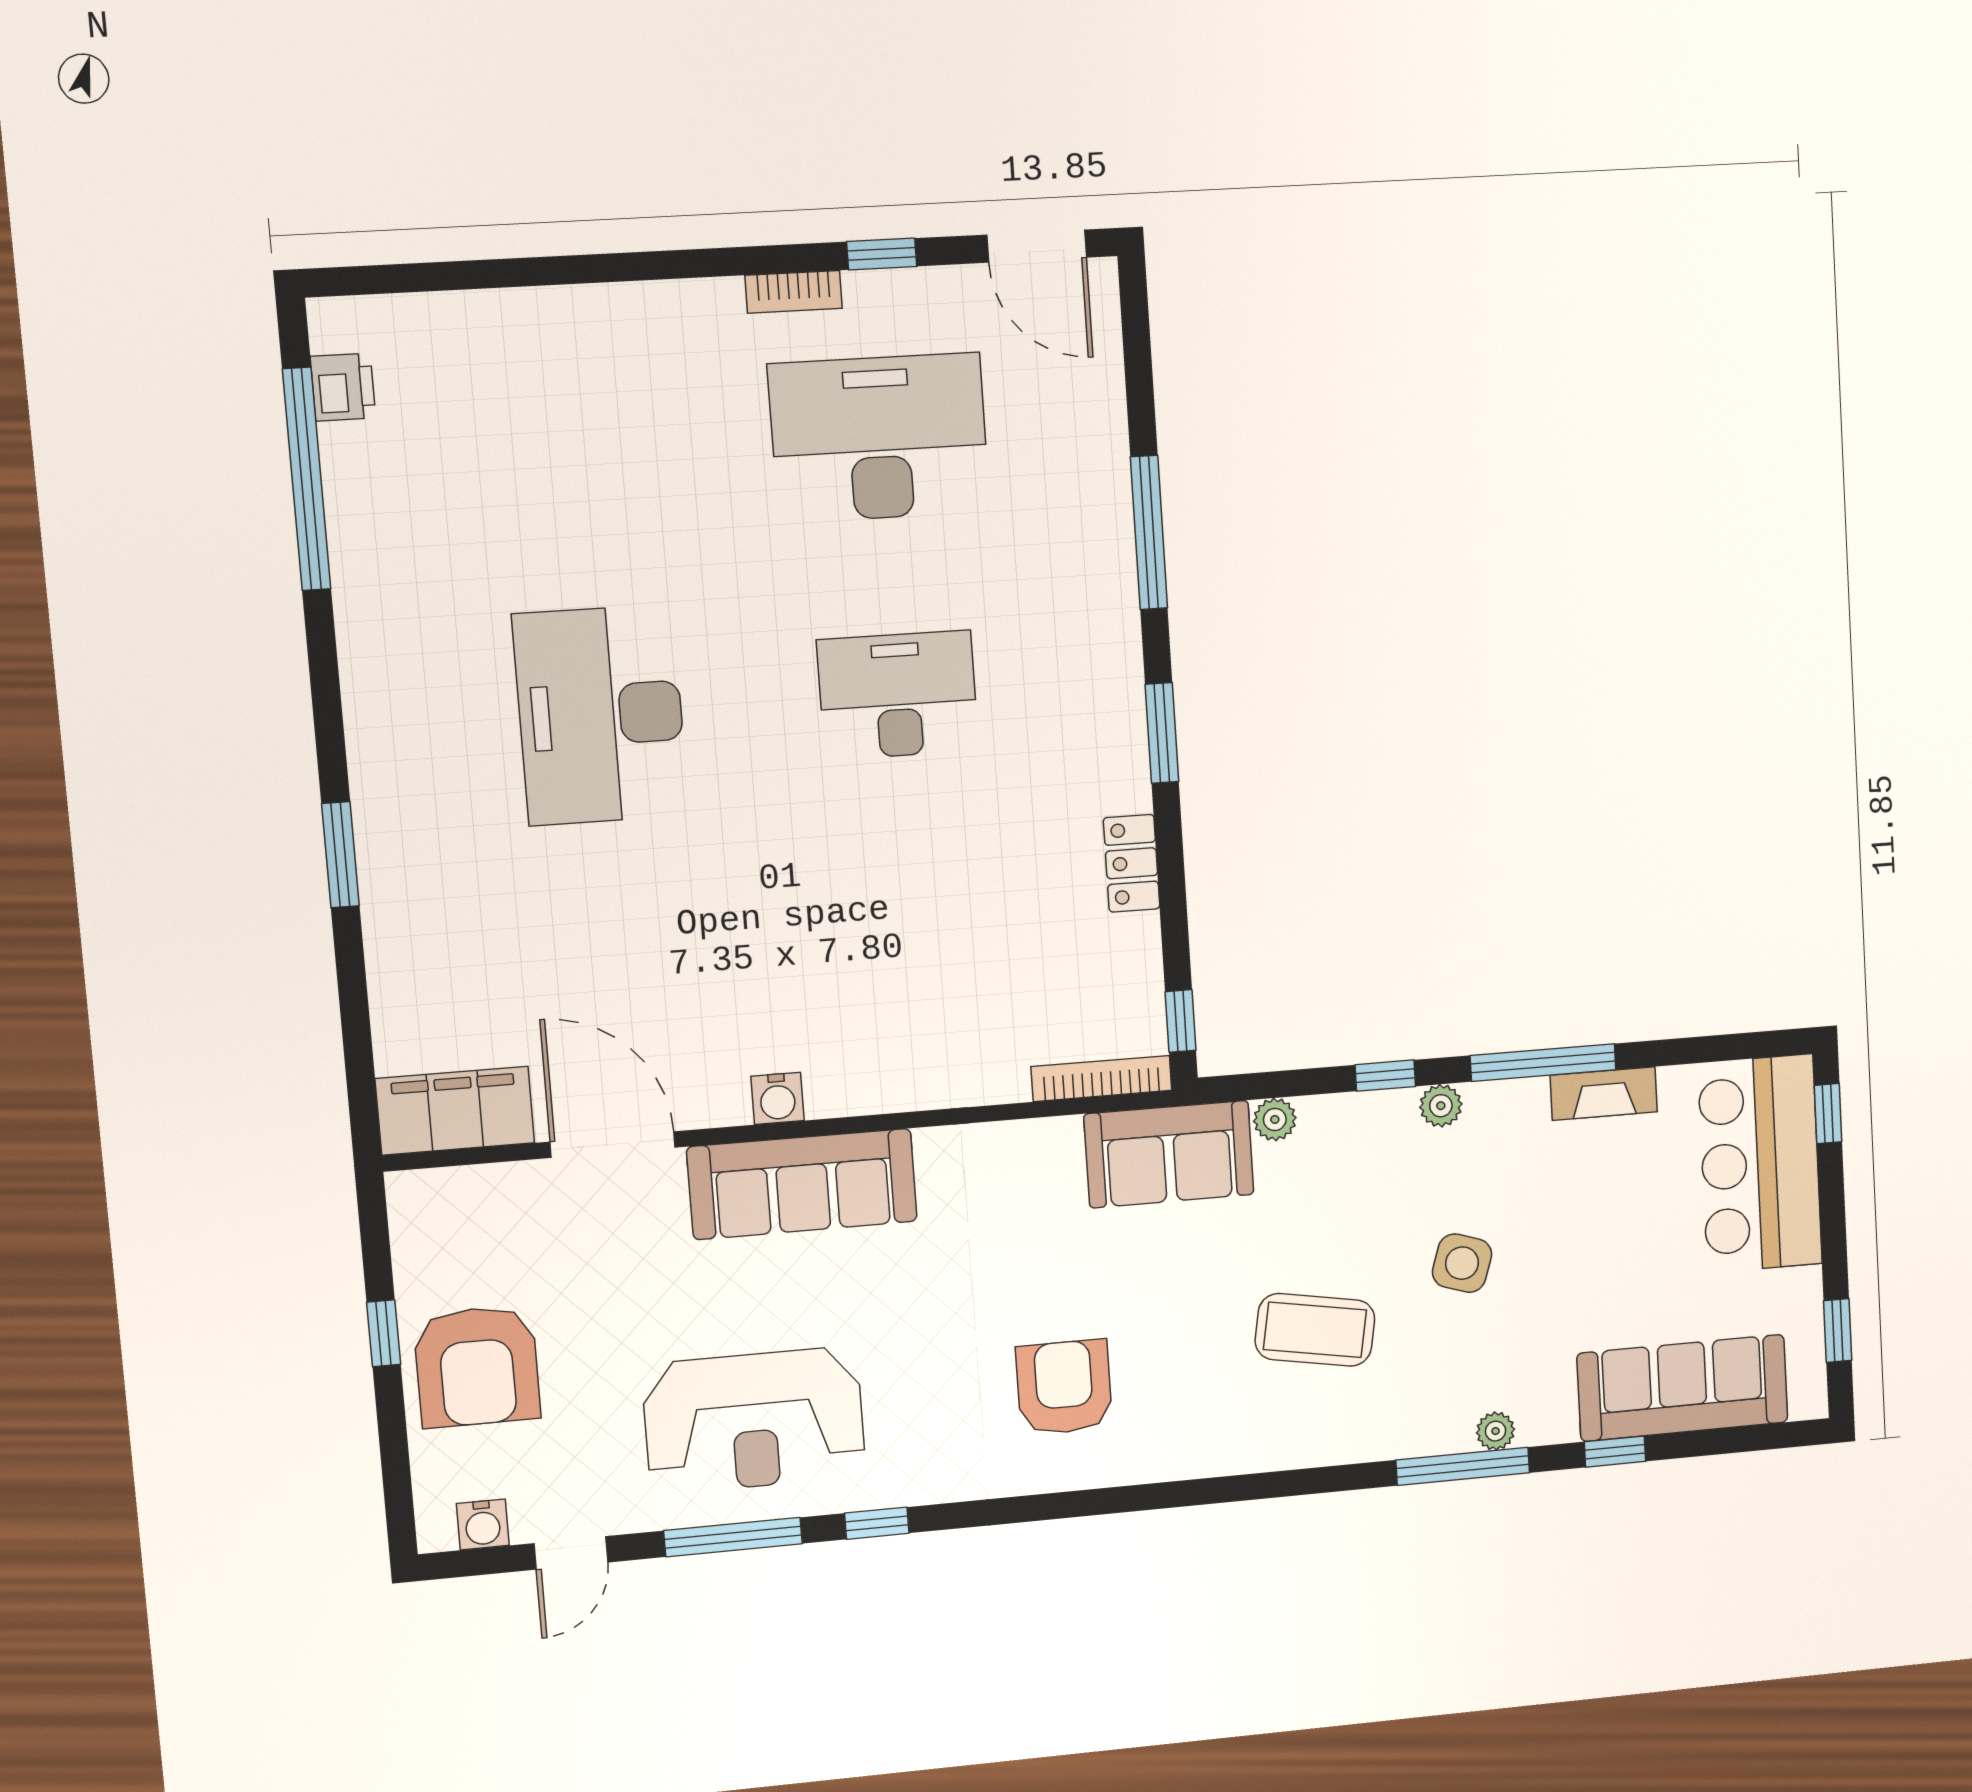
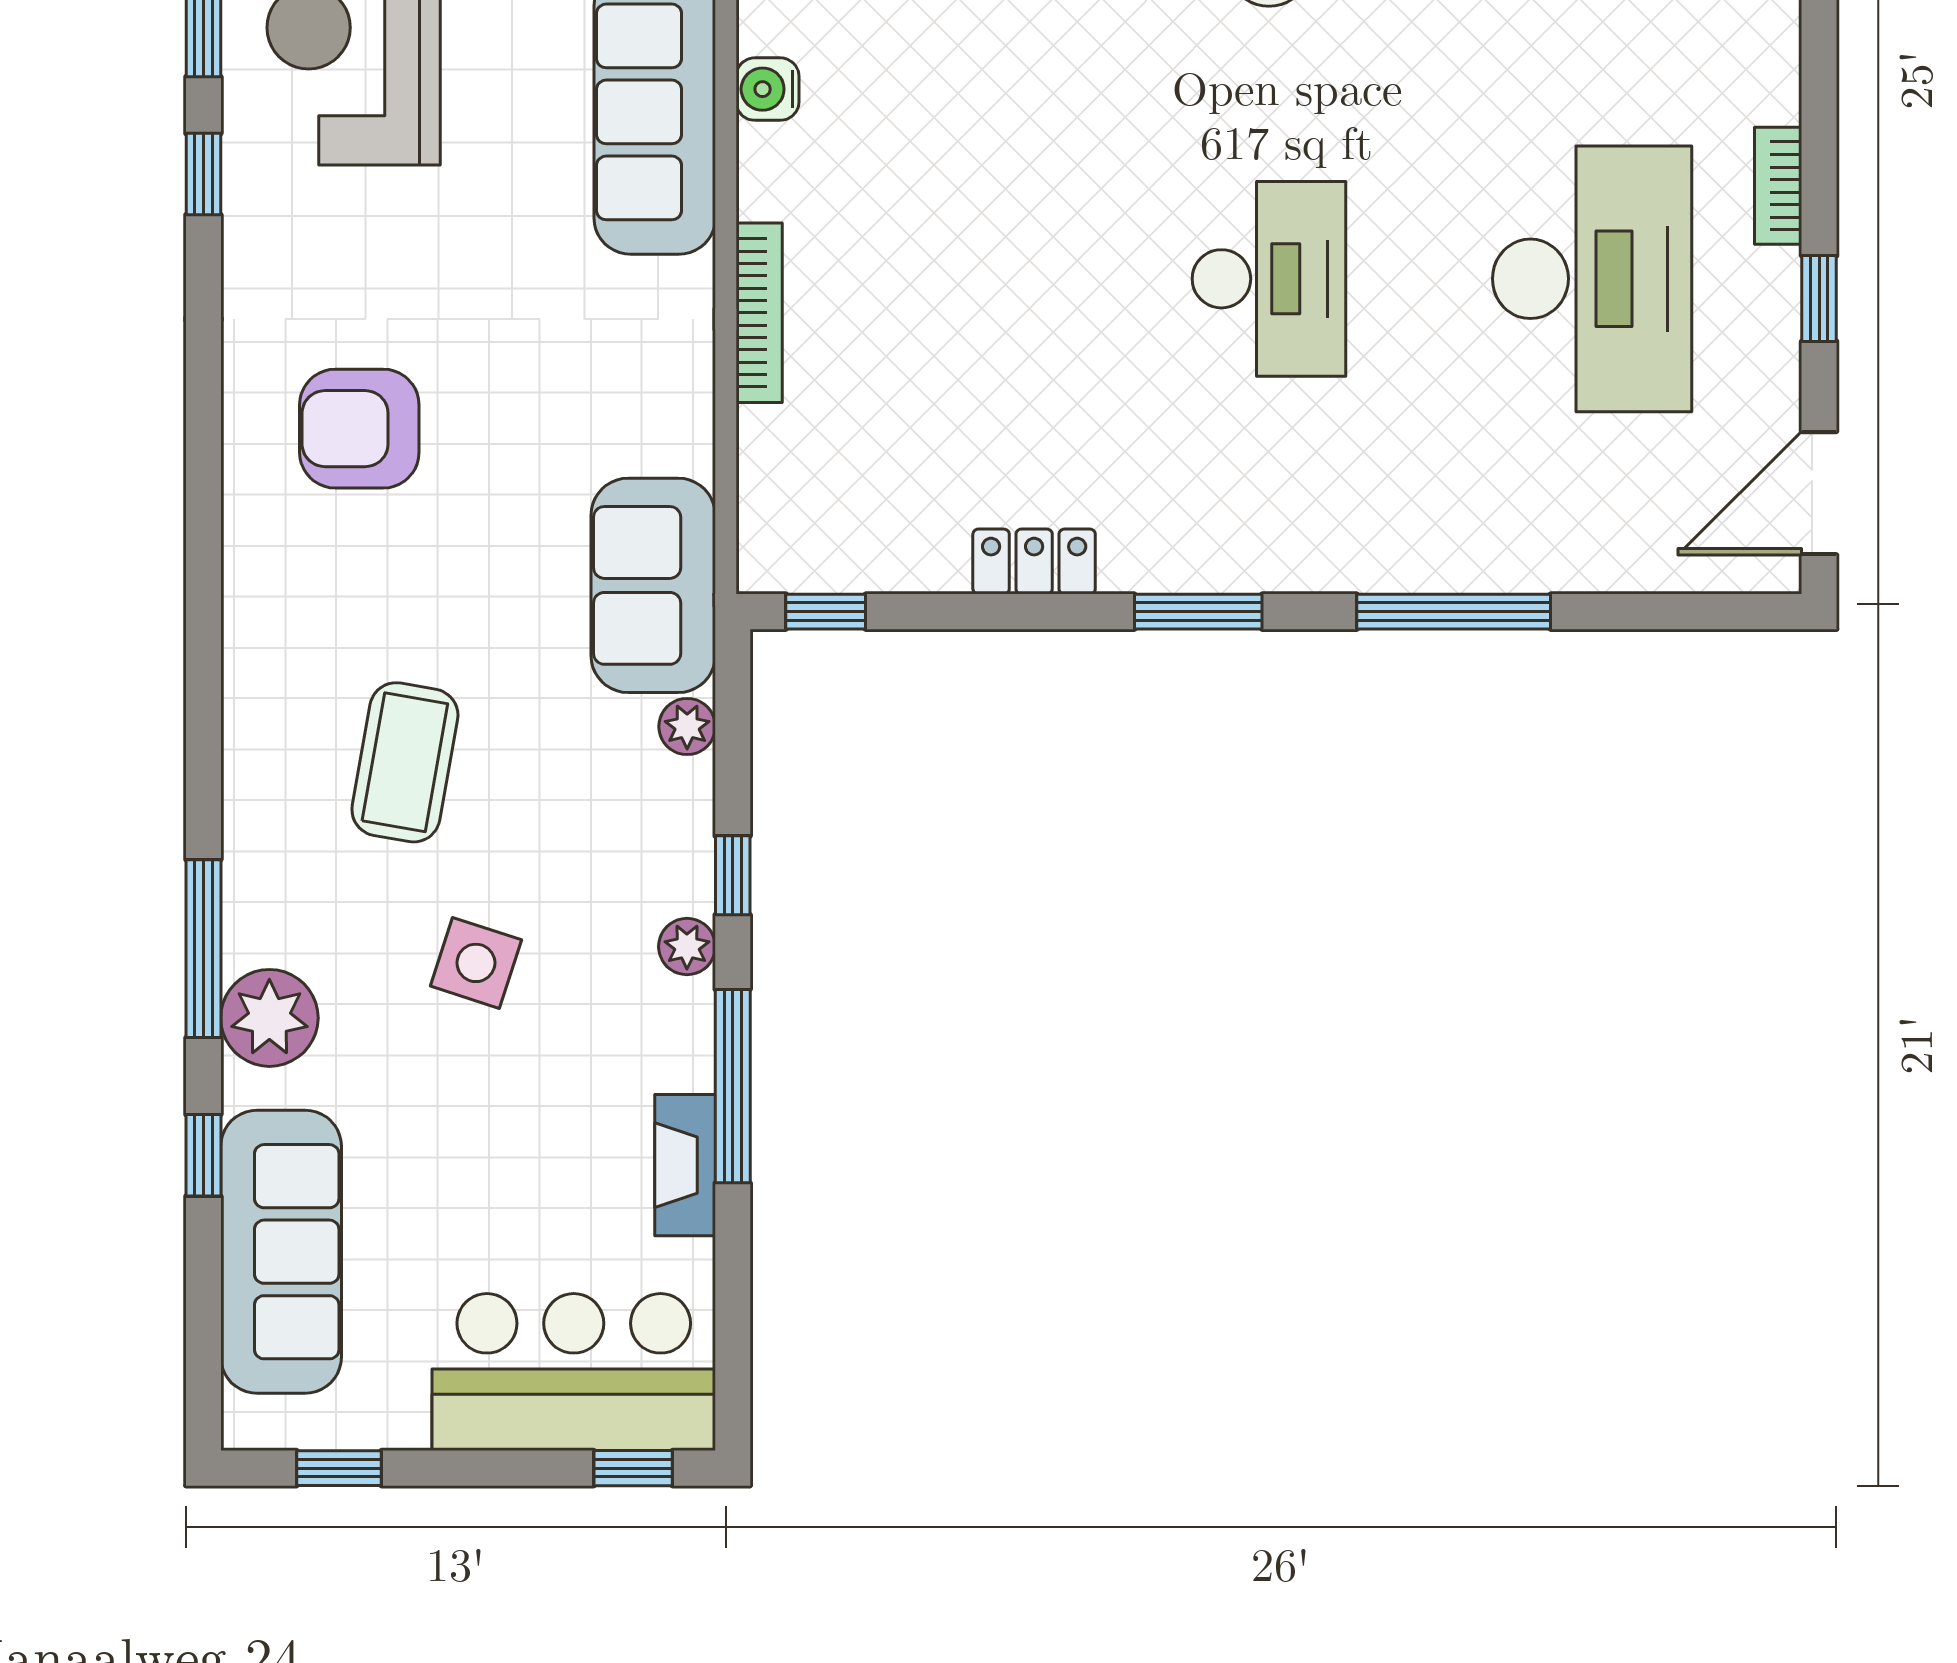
bookcase: (1101, 1079) -> (759, 313), moved
armchair: (1064, 1387) -> (359, 429), turned 180
plant: (1496, 1431) -> (269, 1018), width x1.88, depth x1.88

